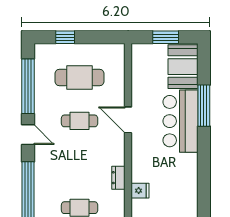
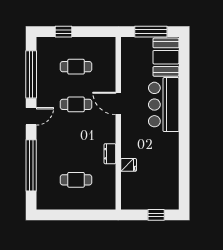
window: (166, 37) -> (151, 32), width x1.44
cafe table: (80, 78) -> (76, 67), width x0.73, depth x0.74
window: (204, 106) -> (184, 91), removed
door: (28, 135) -> (31, 116), hinge flipped

